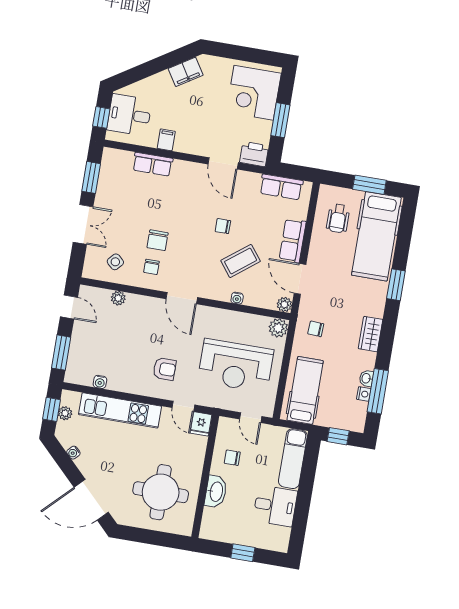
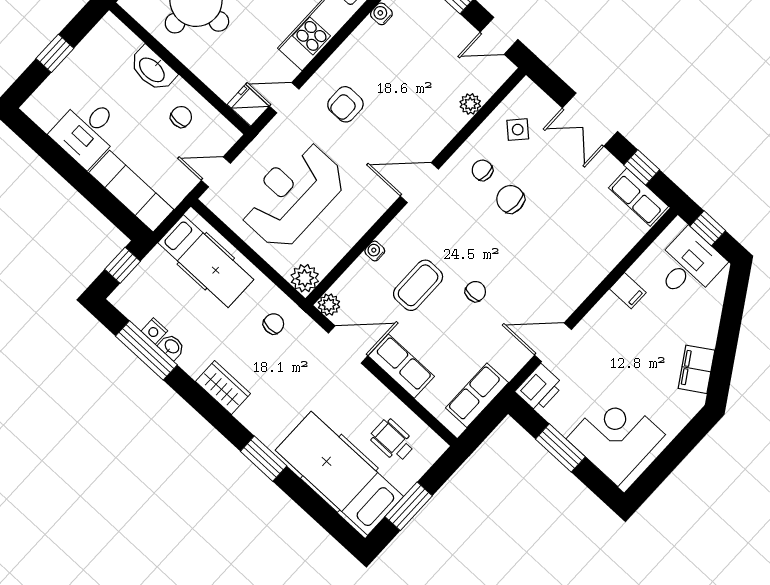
row of seats: (153, 164) -> (638, 197), moved, turned -90
window: (91, 177) -> (642, 167), width x0.67
coffee table: (241, 261) -> (418, 285), turned 38

